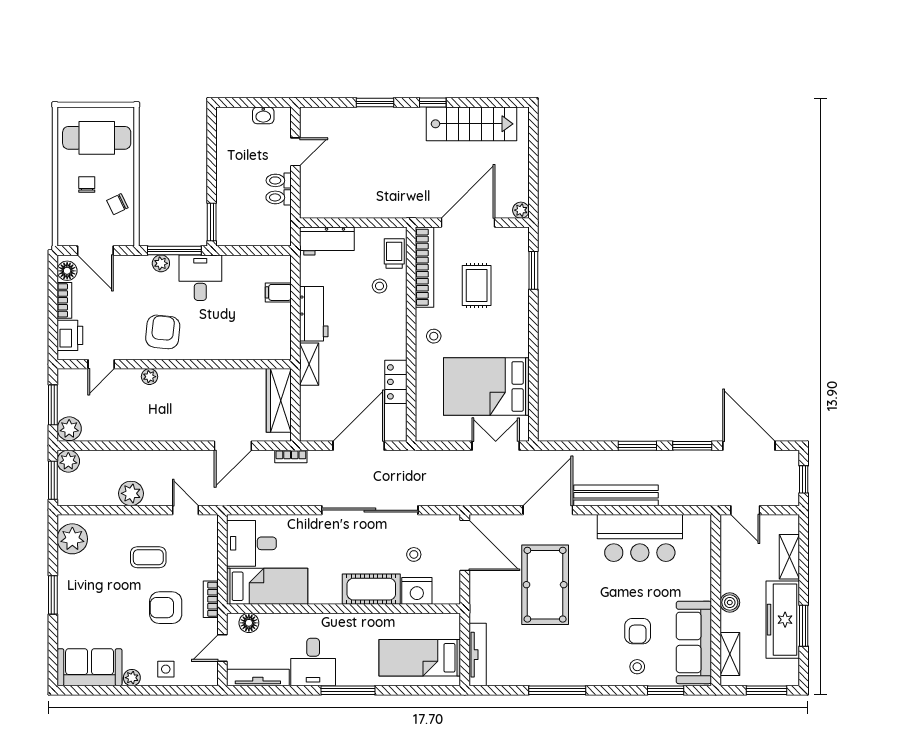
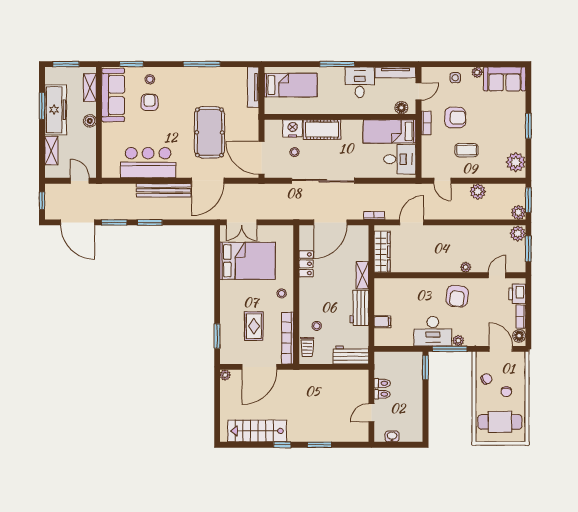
desk: (200, 278) -> (433, 331), width x1.37

